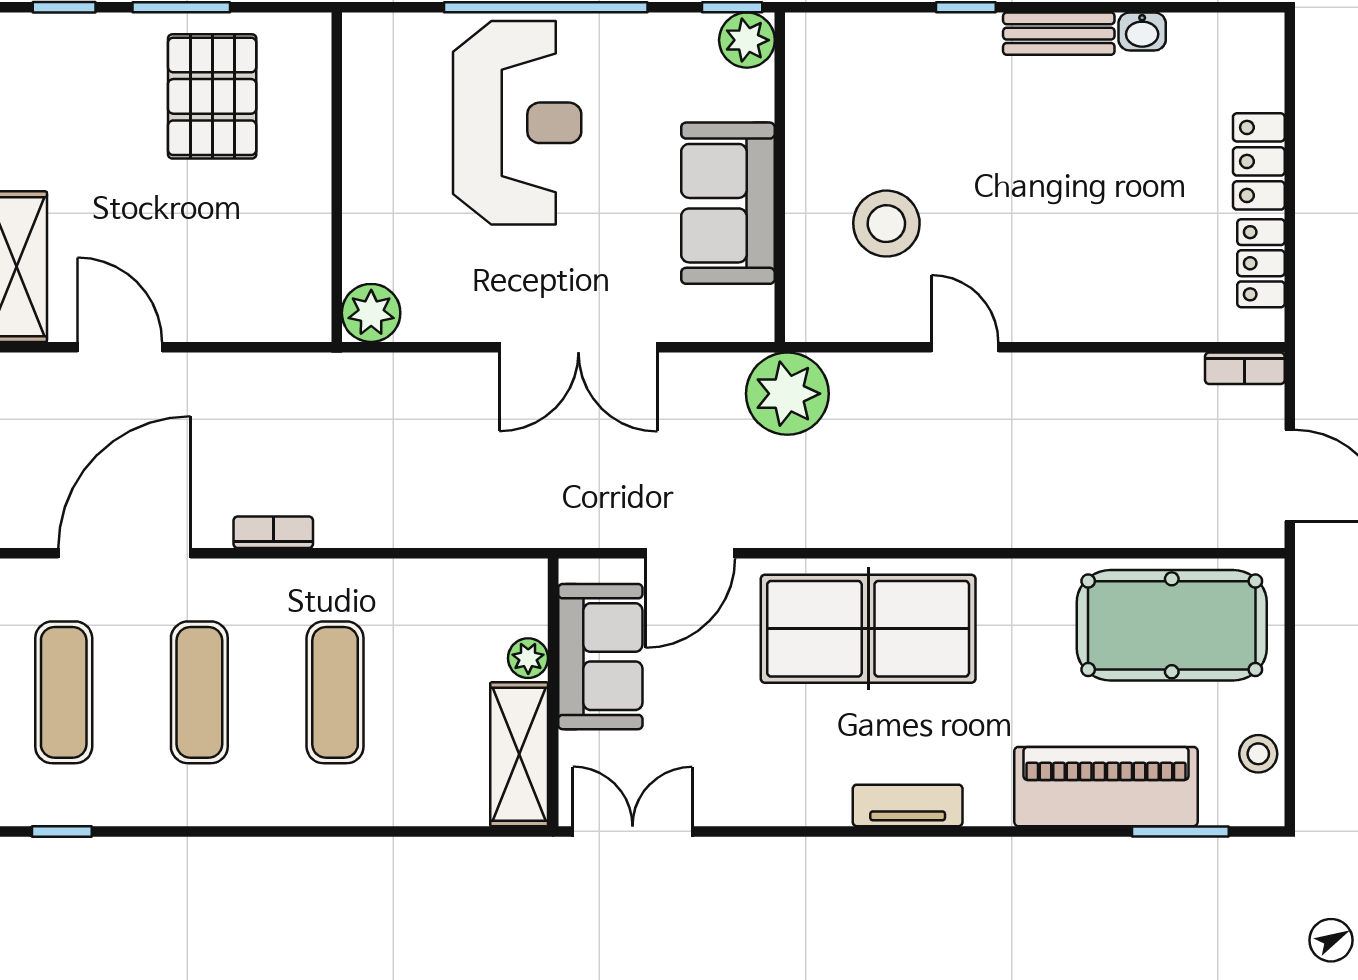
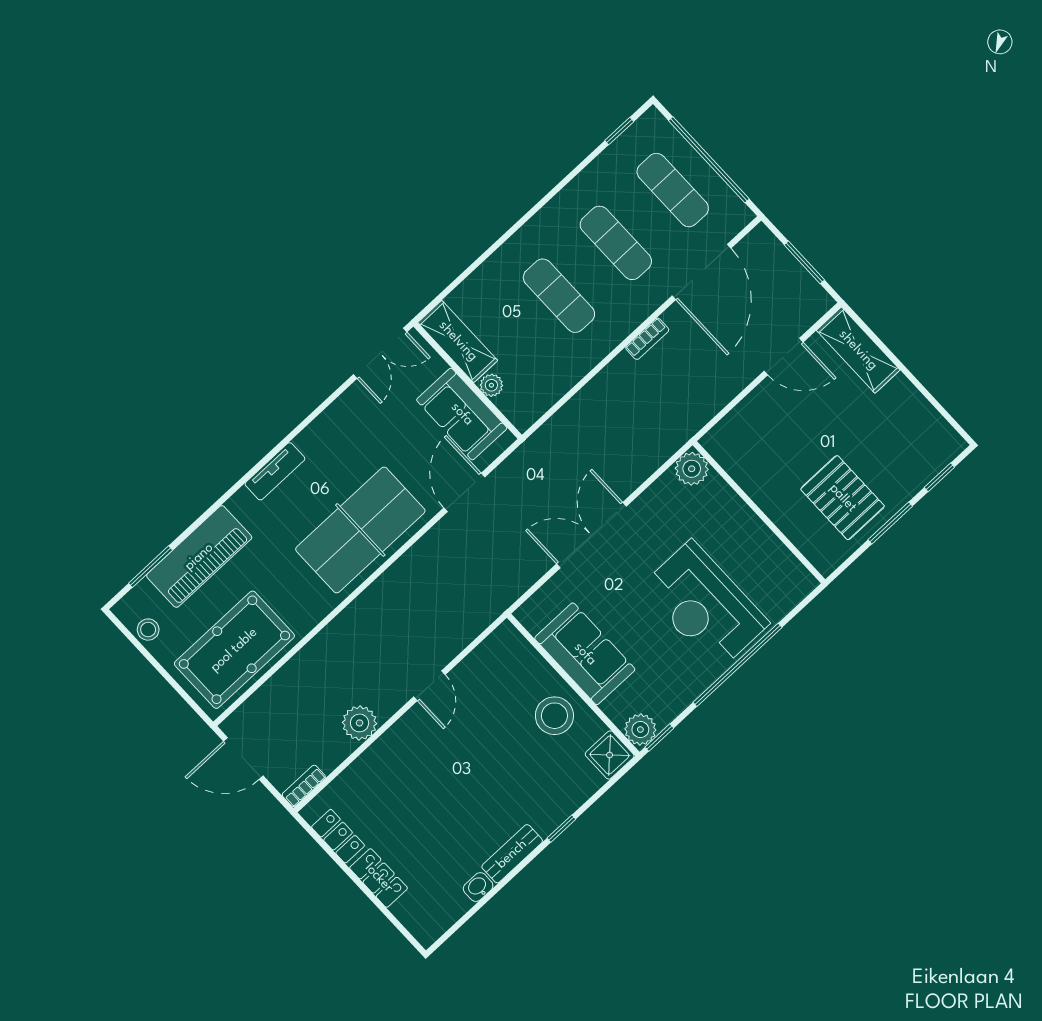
shower: (817, 44) -> (610, 755), added
stool: (886, 224) -> (554, 716), moved
door: (965, 347) -> (429, 686), hinge flipped
plant: (787, 394) -> (360, 723), moved, width x0.73, depth x0.73

